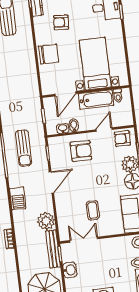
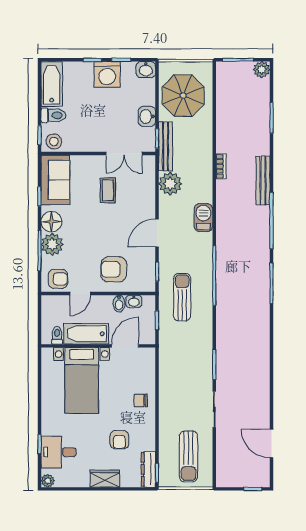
armchair: (61, 22) -> (119, 440), turned 86
chair: (49, 54) -> (141, 400), width x0.54, depth x0.54
sun lounger: (23, 148) -> (182, 297), moved

